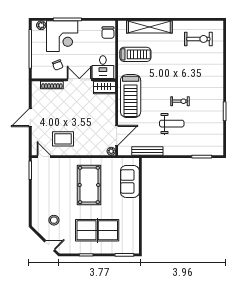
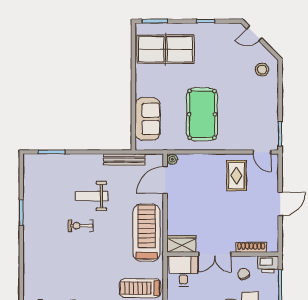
printer: (39, 72) -> (268, 264), added
rug: (63, 139) -> (236, 176), turned 90
stool: (54, 220) -> (262, 70), moved
table tennis table: (97, 230) -> (165, 49), moved

